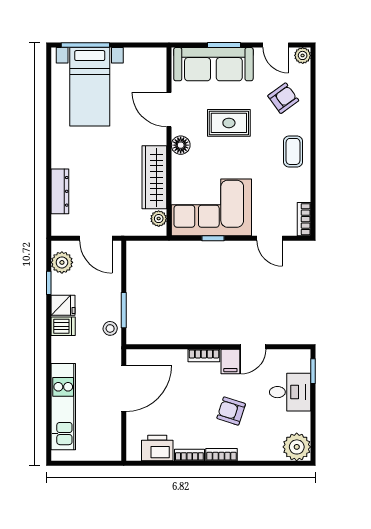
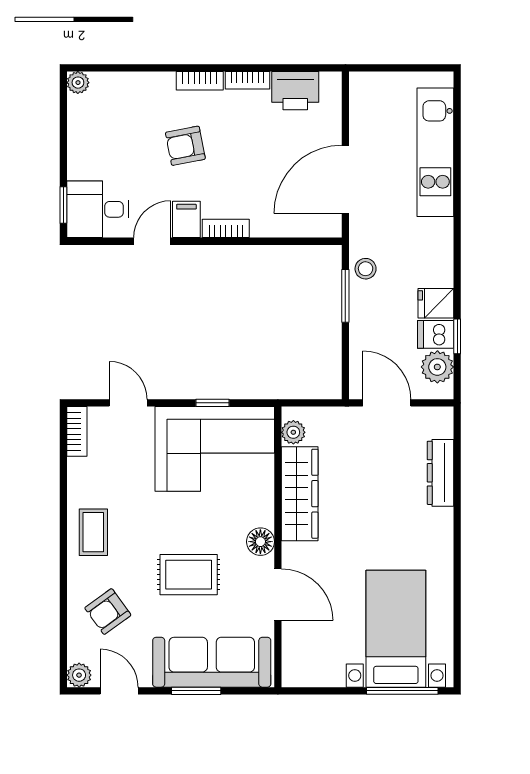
dishwasher: (63, 326) -> (436, 334), moved
desk: (290, 392) -> (97, 209), moved
armchair: (231, 411) -> (185, 146), turned 151
plant: (297, 447) -> (78, 83), width x0.53, depth x0.53

